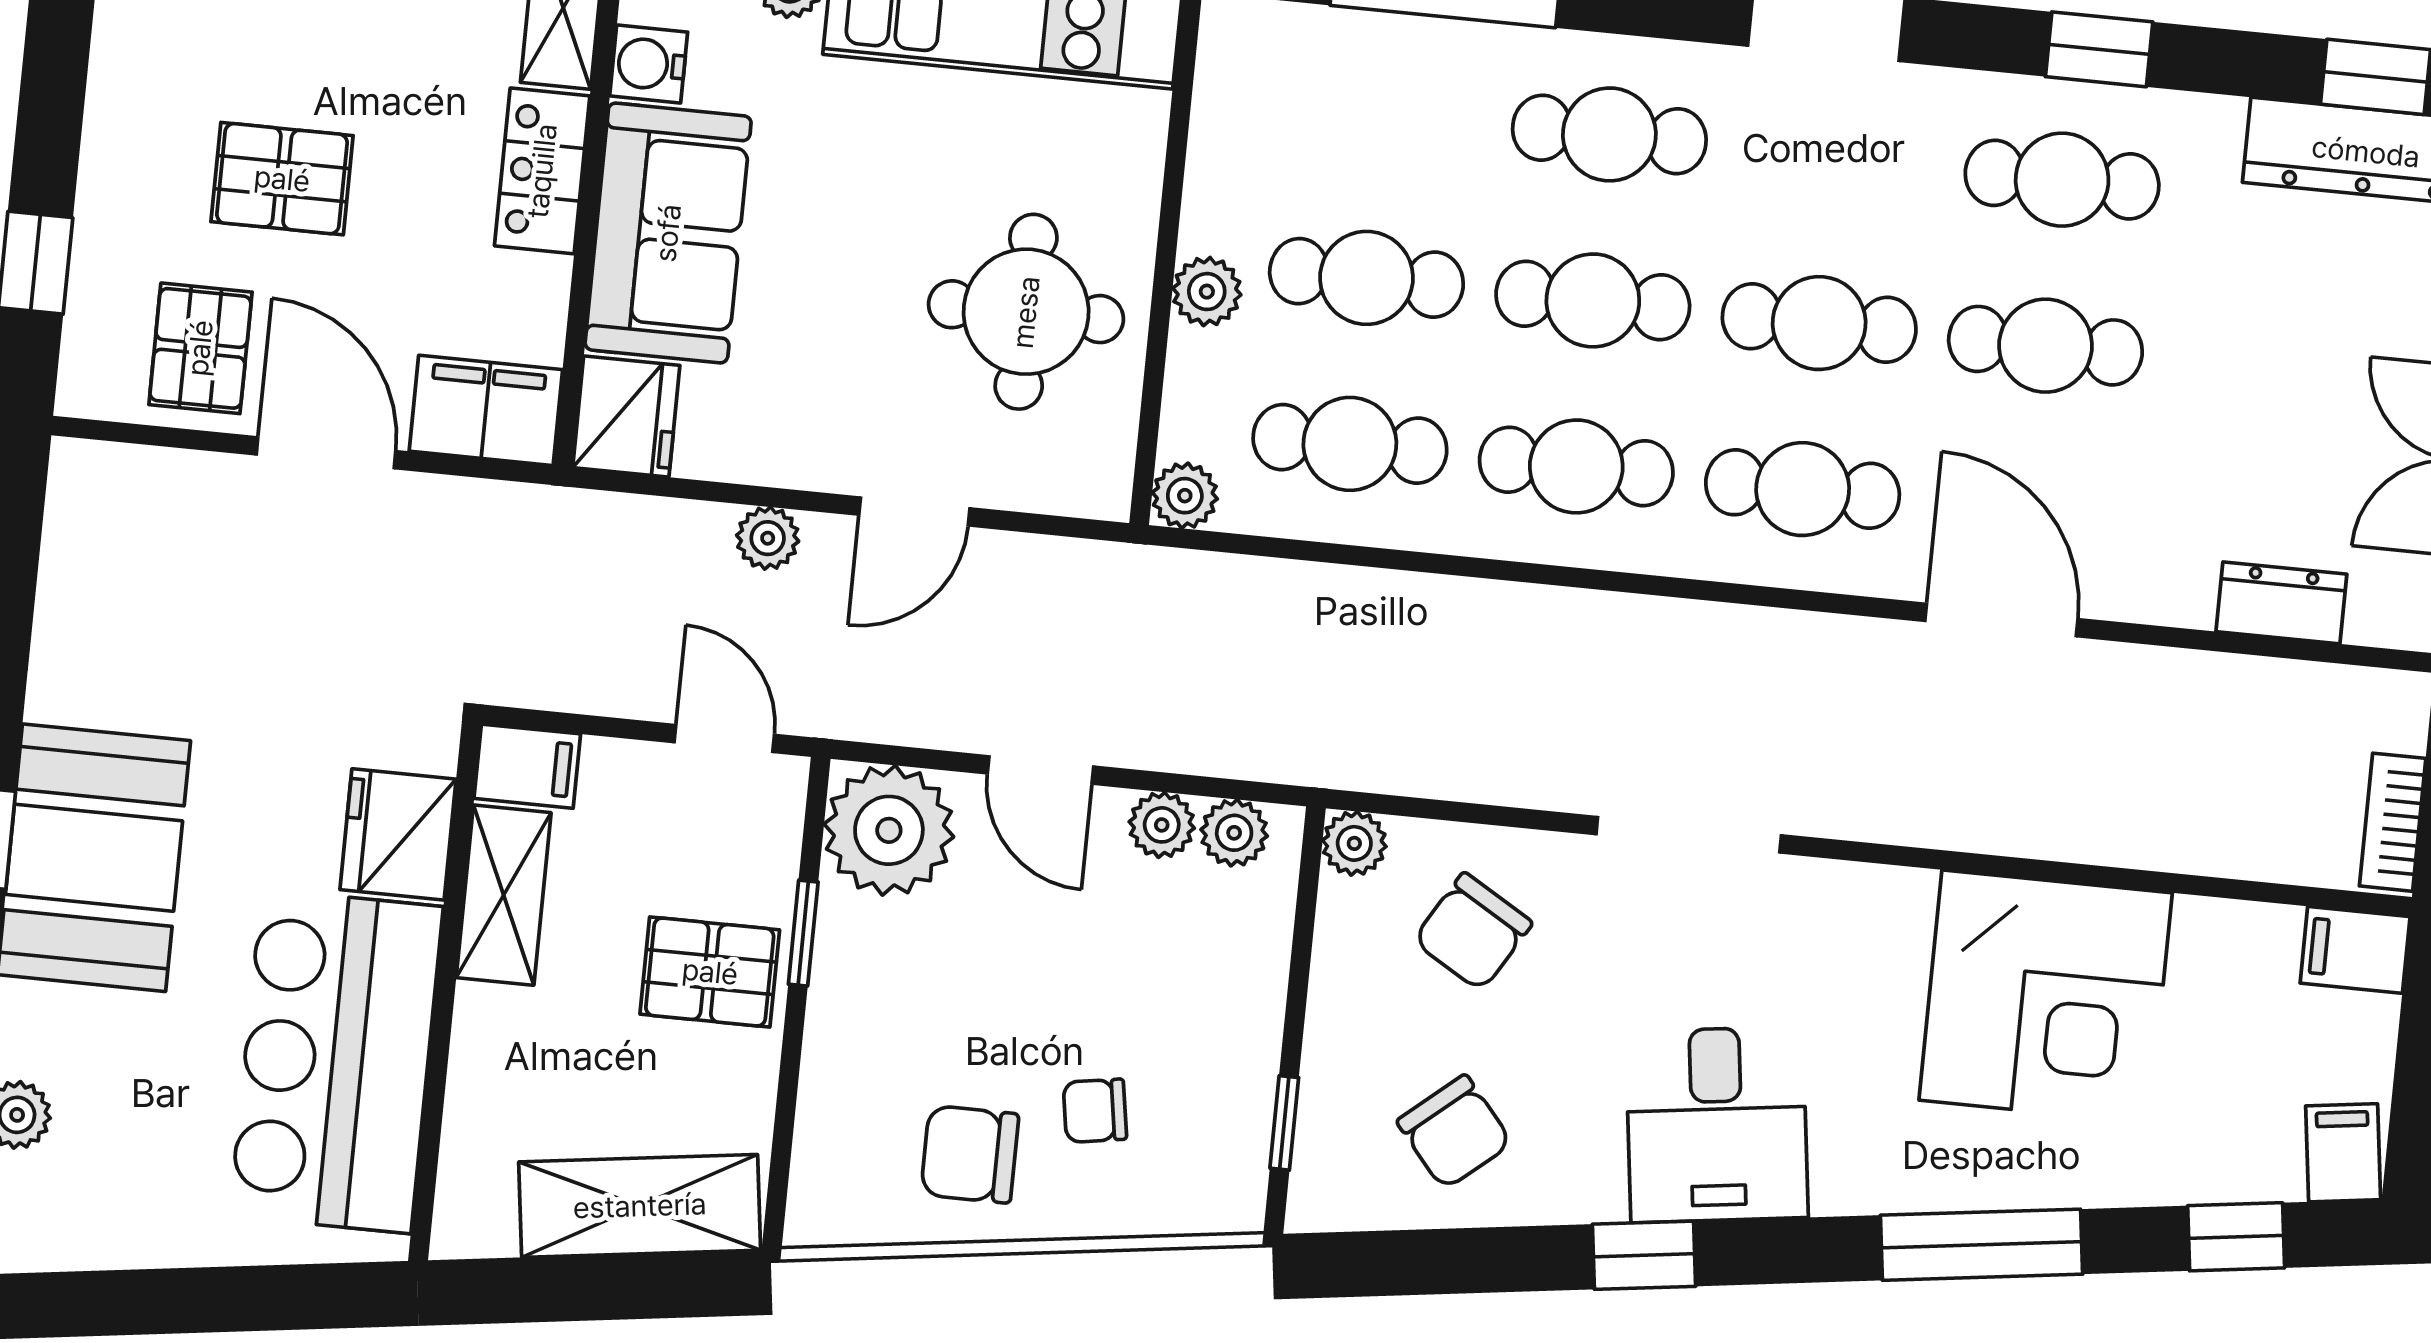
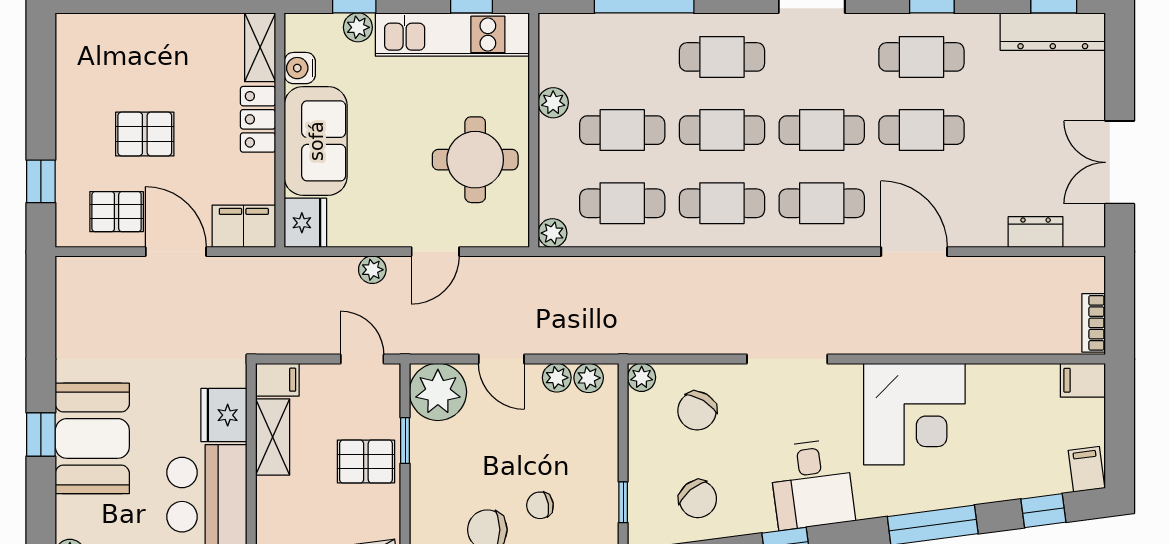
plant: (1207, 292) -> (553, 103), moved
pallet: (200, 348) -> (117, 212), turned 90
corner desk: (2046, 997) -> (914, 414), moved

